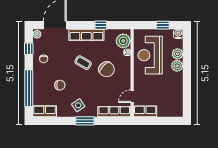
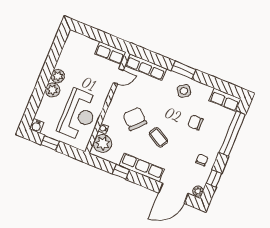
plant: (177, 54) -> (58, 76), moved

